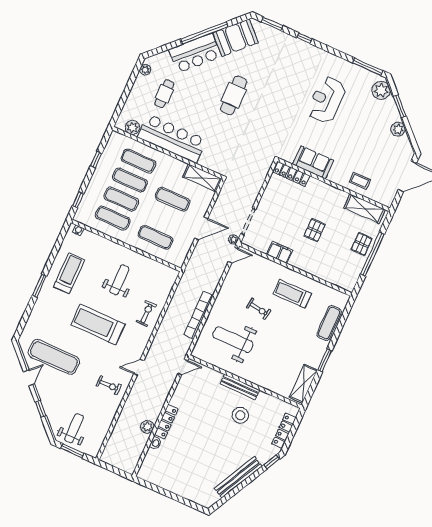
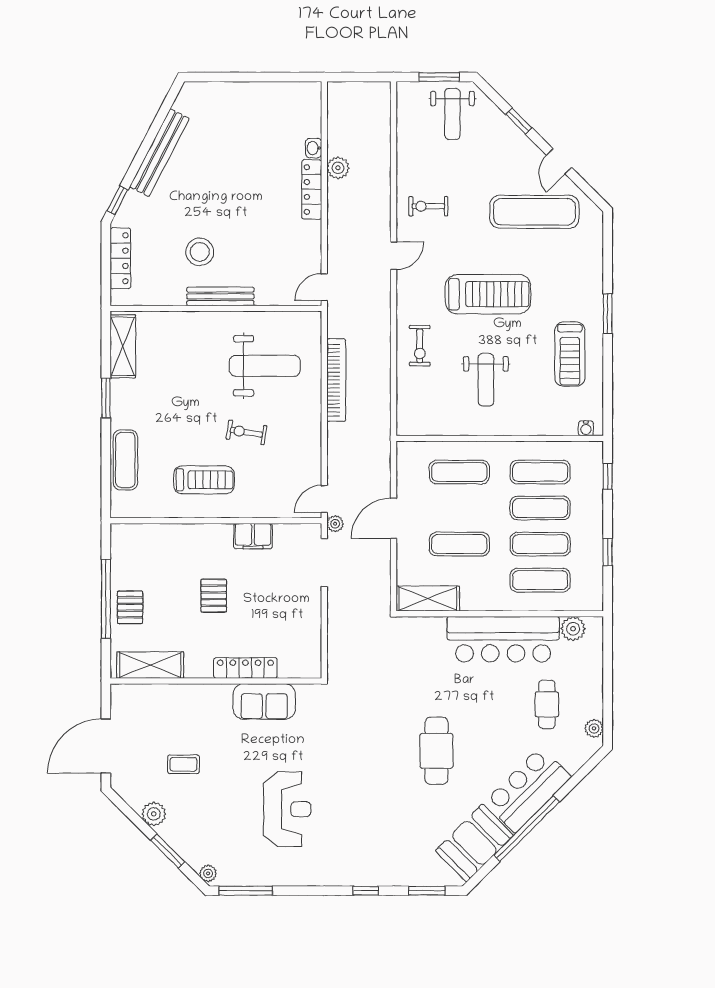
plant: (381, 90) -> (208, 873), width x0.53, depth x0.53
locker: (291, 174) -> (245, 668), moved
coffee table: (360, 181) -> (183, 764), moved

